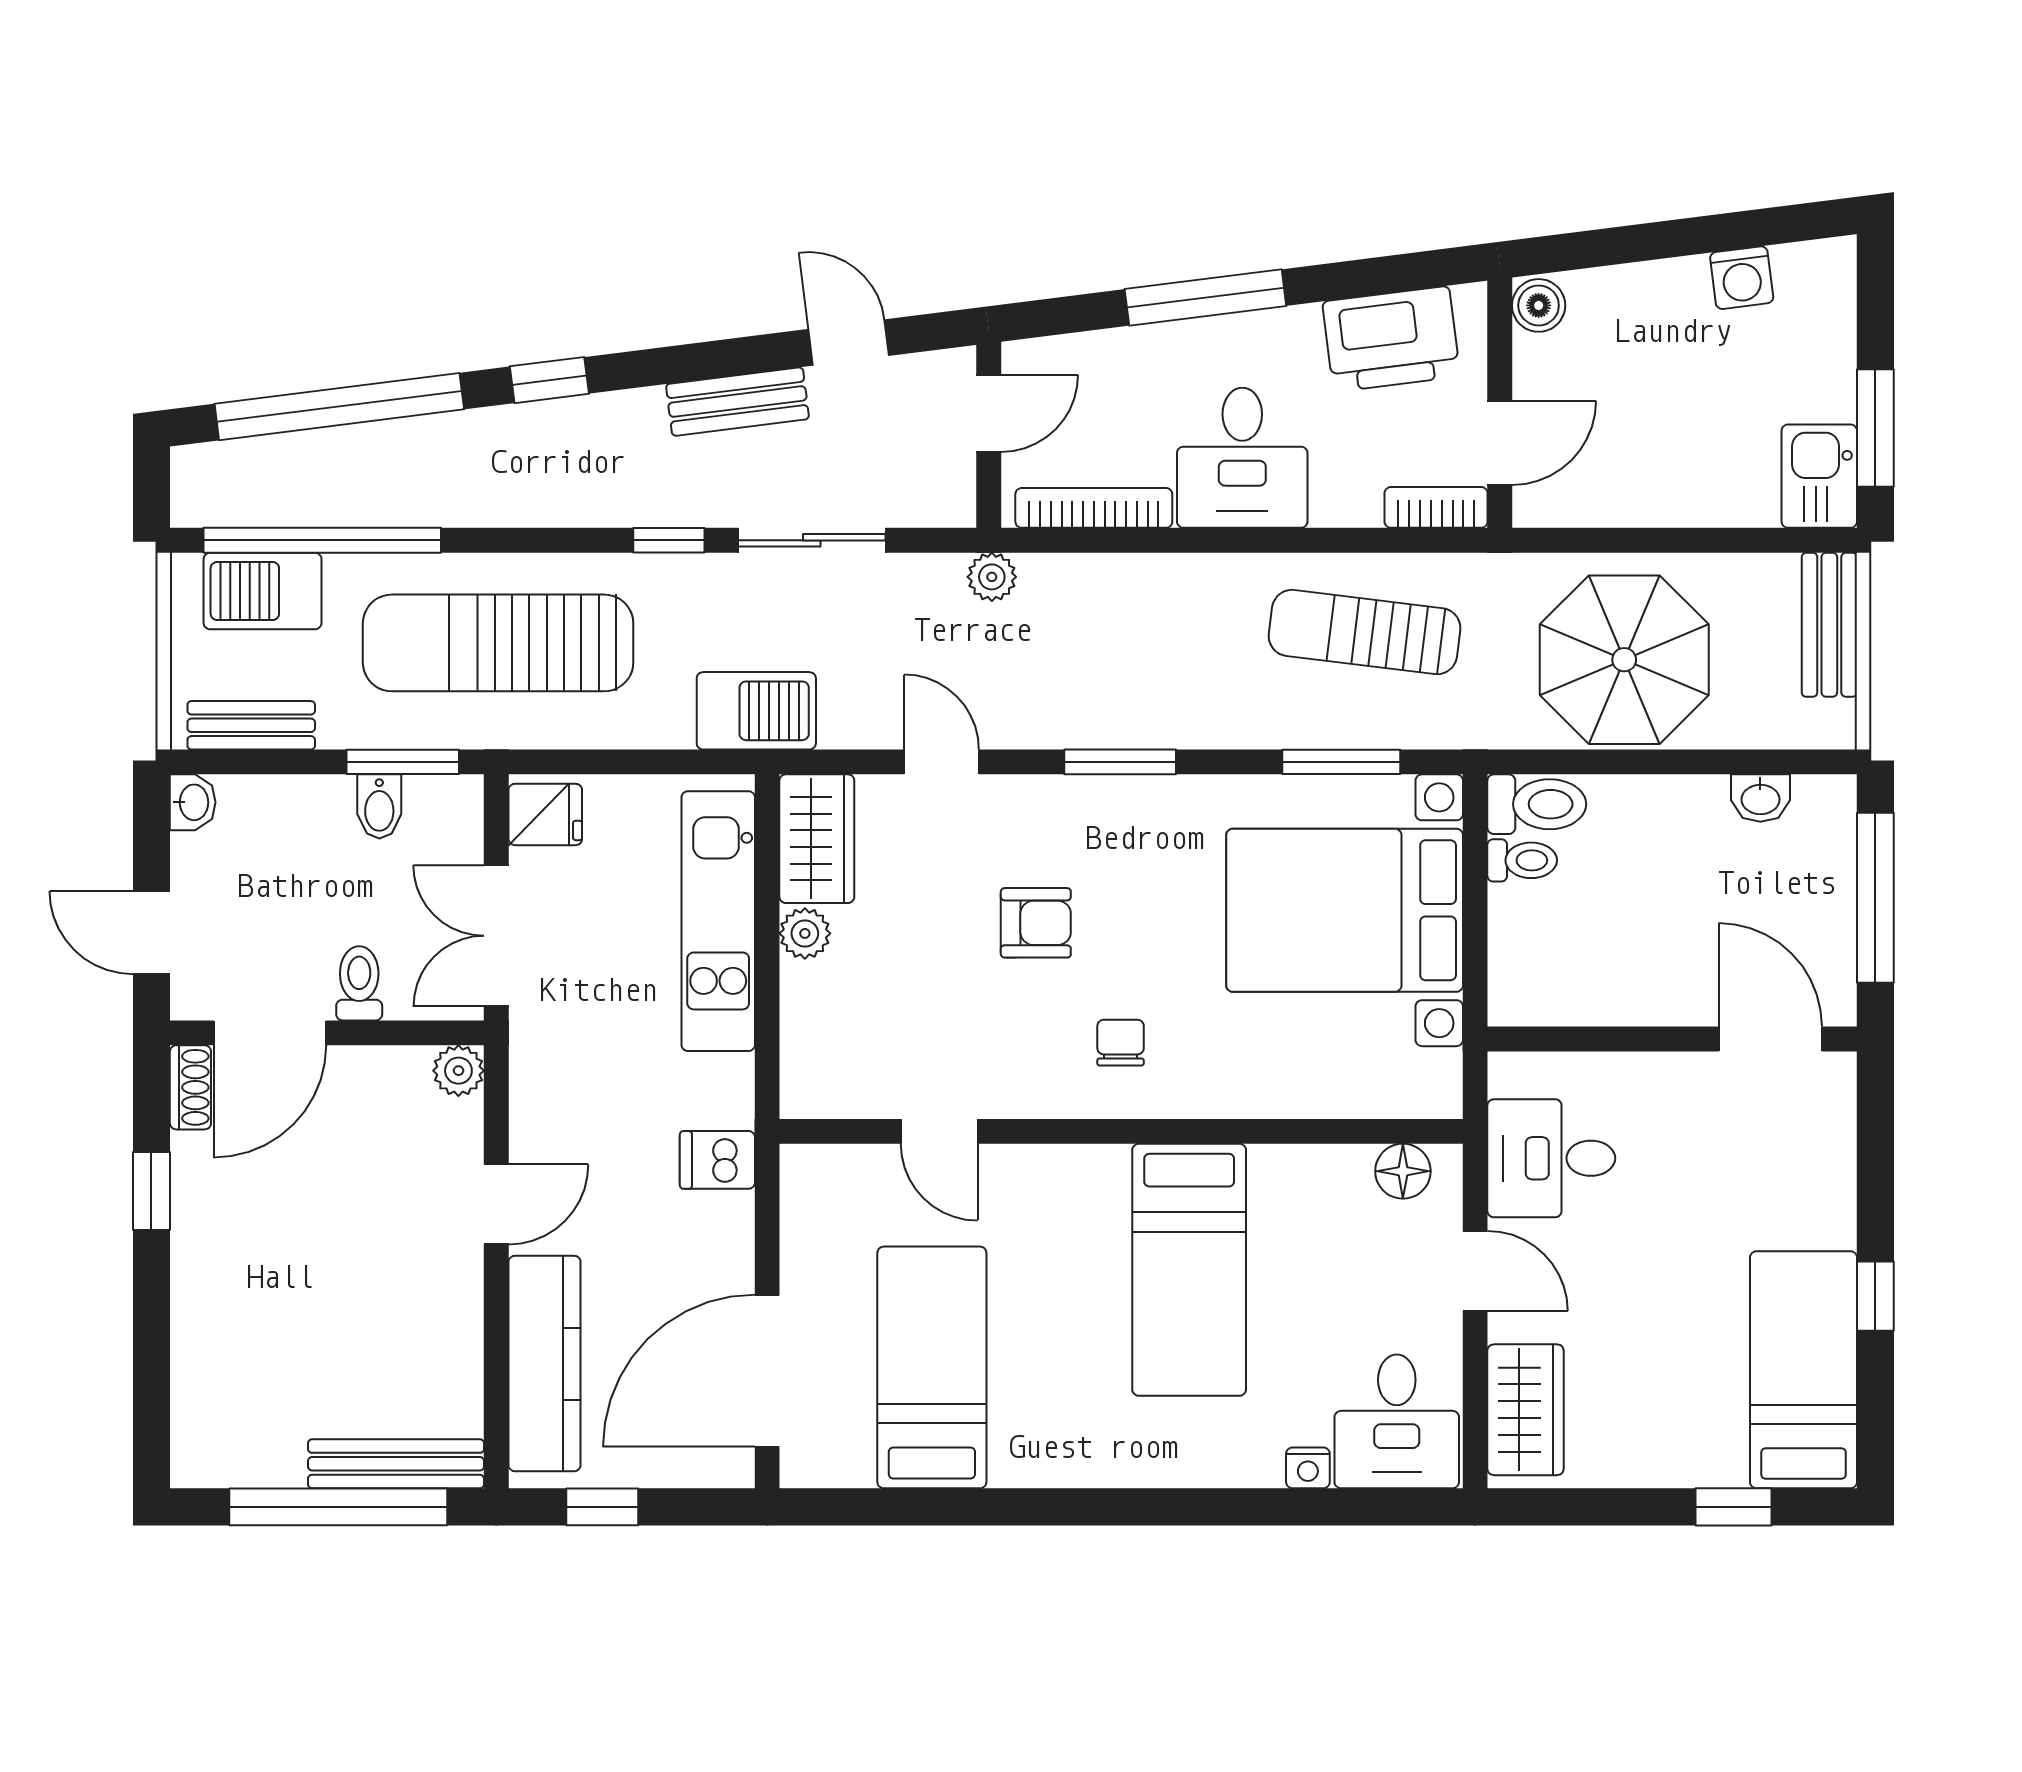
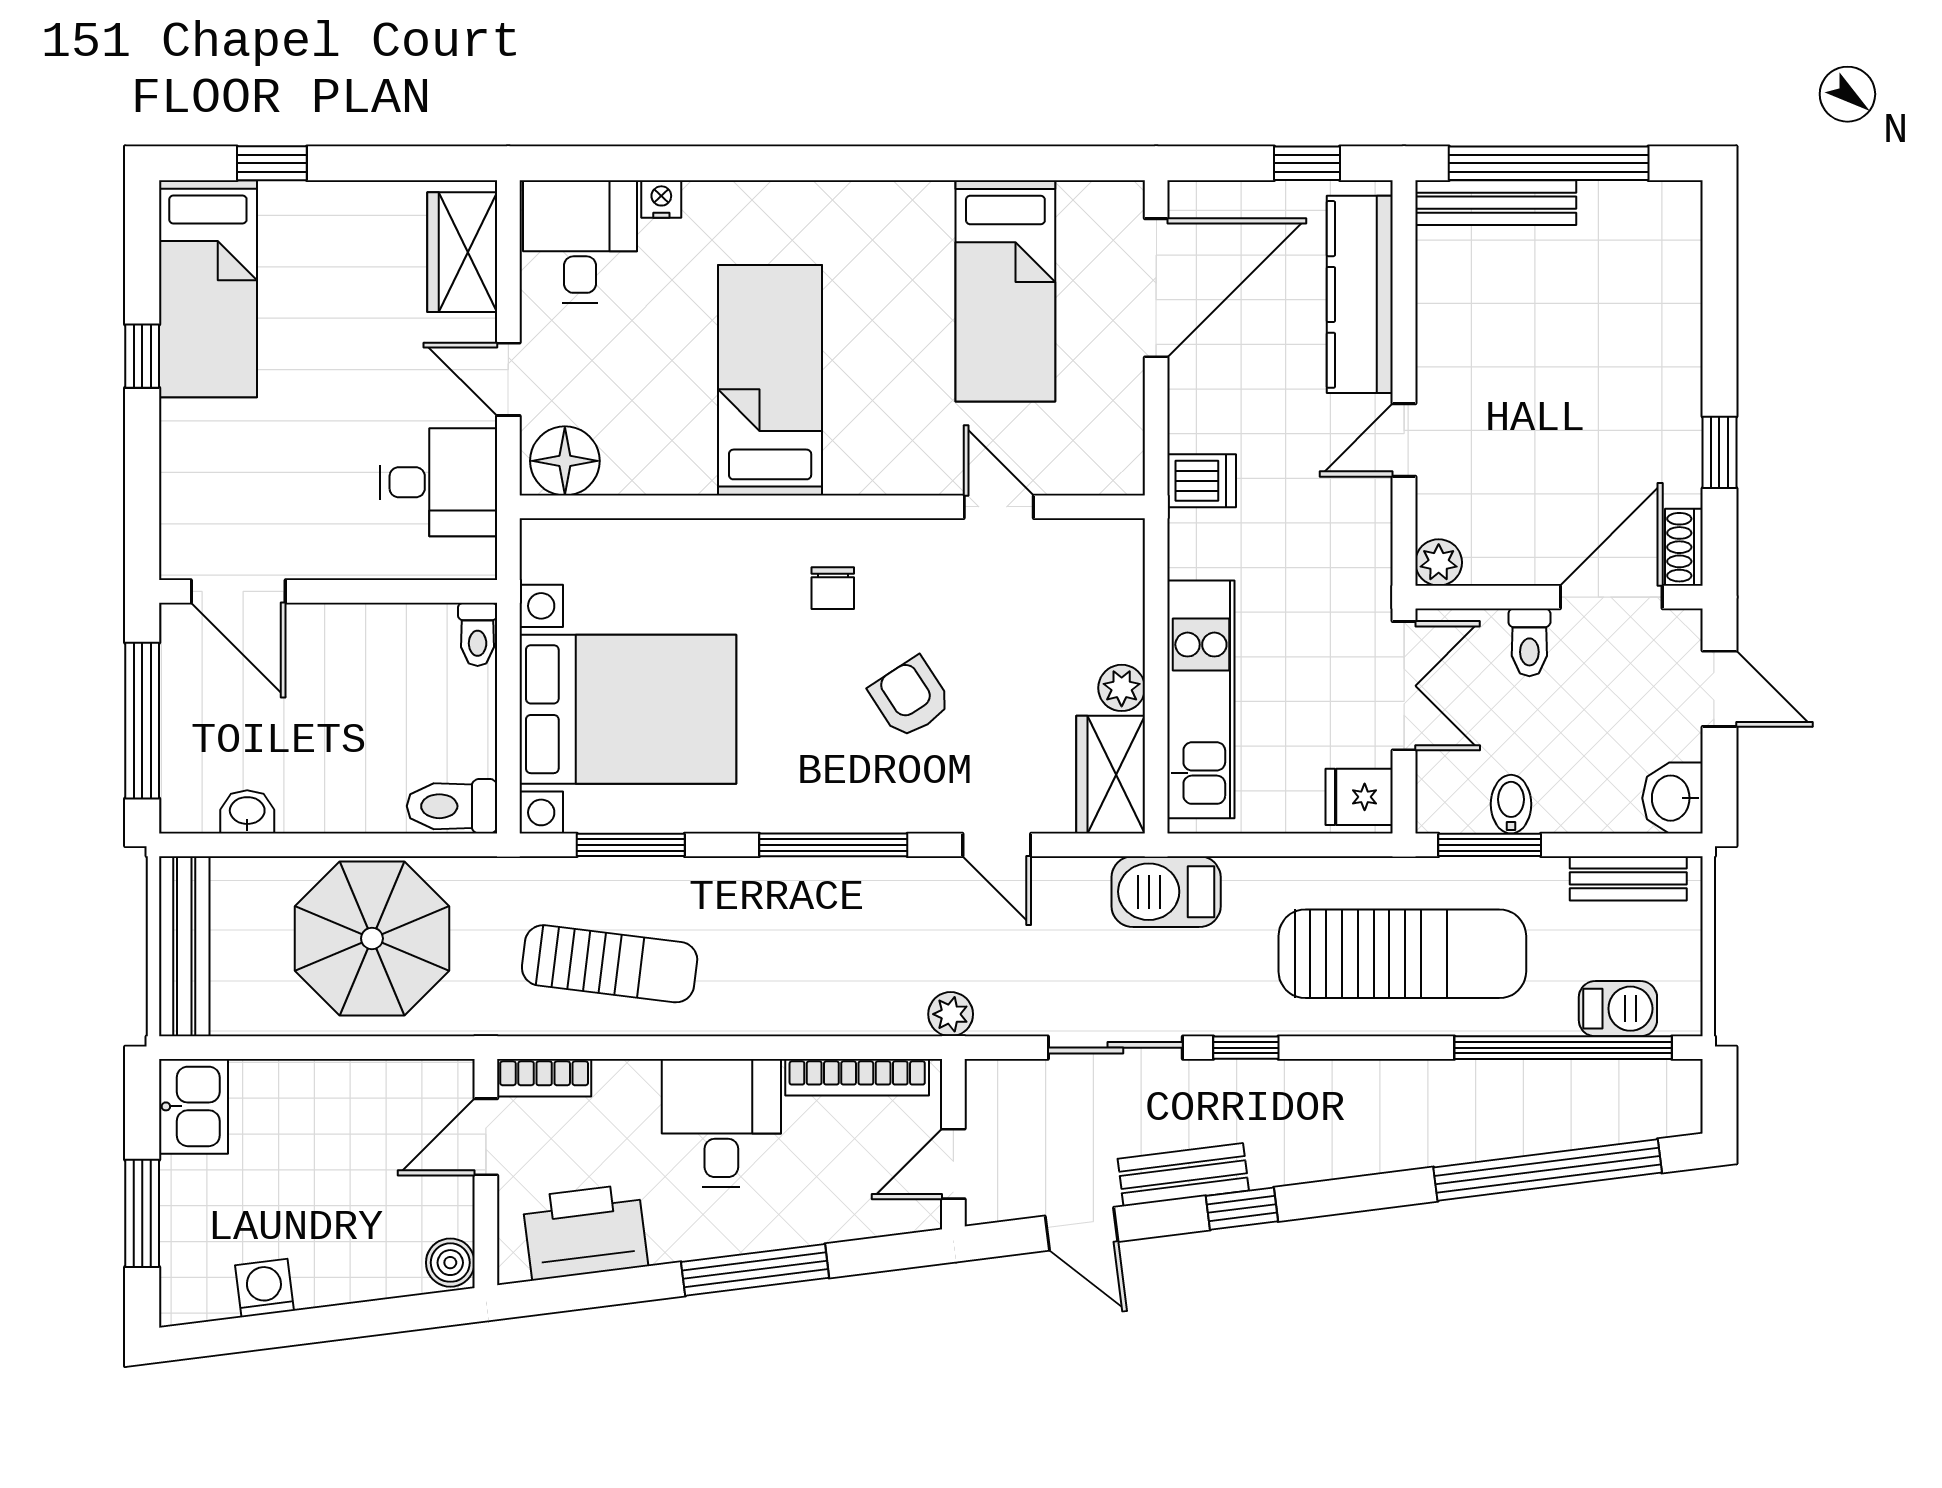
window: (549, 380) -> (1242, 1209), moved
window: (1875, 428) -> (142, 1213), moved
barbecue: (263, 591) -> (1618, 1009), width x0.73, depth x0.79
bench: (1829, 625) -> (184, 946), width x1.36
window: (1120, 762) -> (833, 845), width x1.44
washbasin: (193, 802) -> (1672, 798), width x1.38, depth x1.45
toilet: (1522, 860) -> (478, 634), moved, turned -90
armchair: (1036, 923) -> (910, 698), turned 57
floor lamp: (1403, 1171) -> (565, 461), width x1.38, depth x1.38

